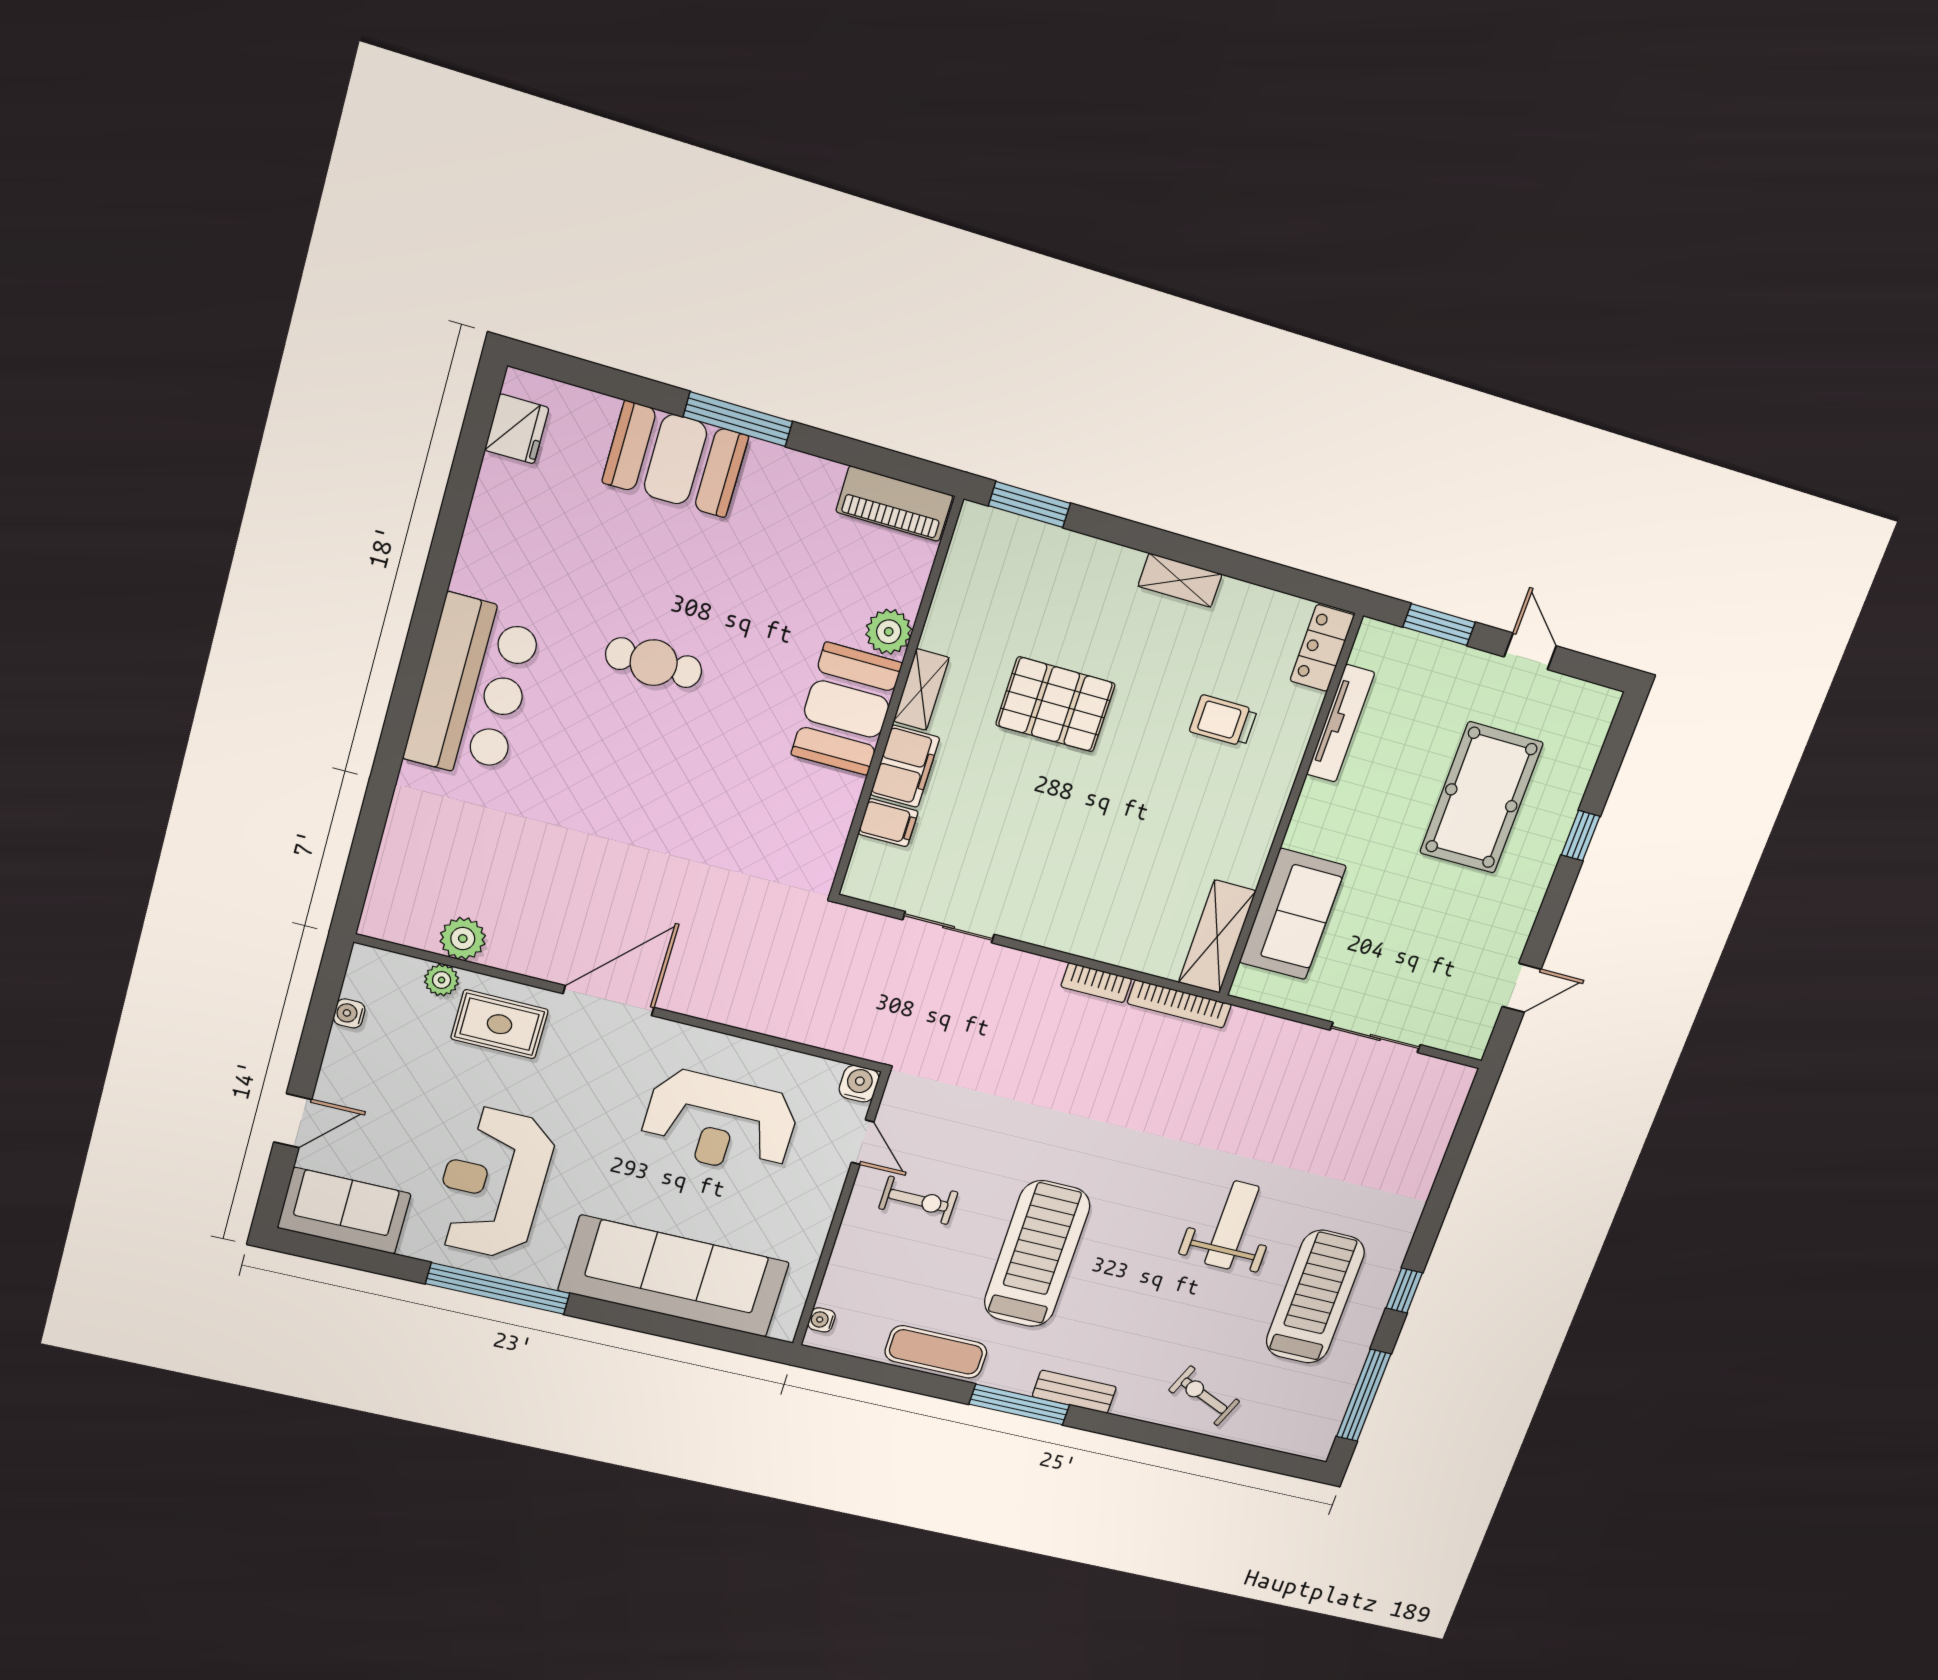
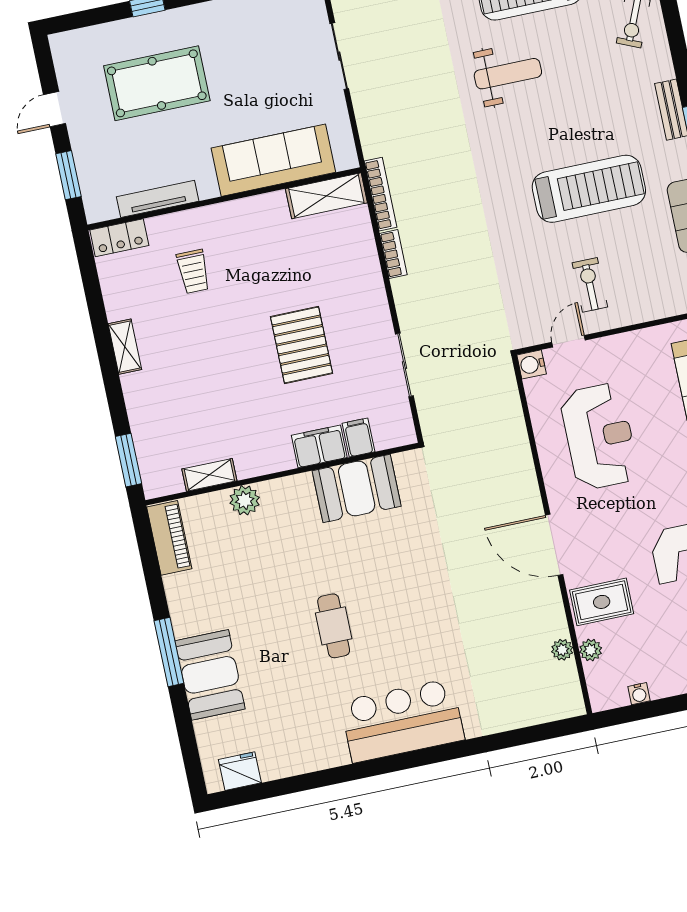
shelving: (921, 689) -> (209, 475), moved
pallet: (1055, 704) -> (301, 345), moved
booth: (846, 709) -> (357, 488), moved
sofa: (1293, 914) -> (273, 160), width x1.36
plant: (463, 939) -> (562, 650), width x0.73, depth x0.73
rug: (499, 1024) -> (602, 602), turned 90
weight bench: (1232, 1225) -> (508, 74), turned 180
treadmill: (1037, 1254) -> (589, 189), turned 180

